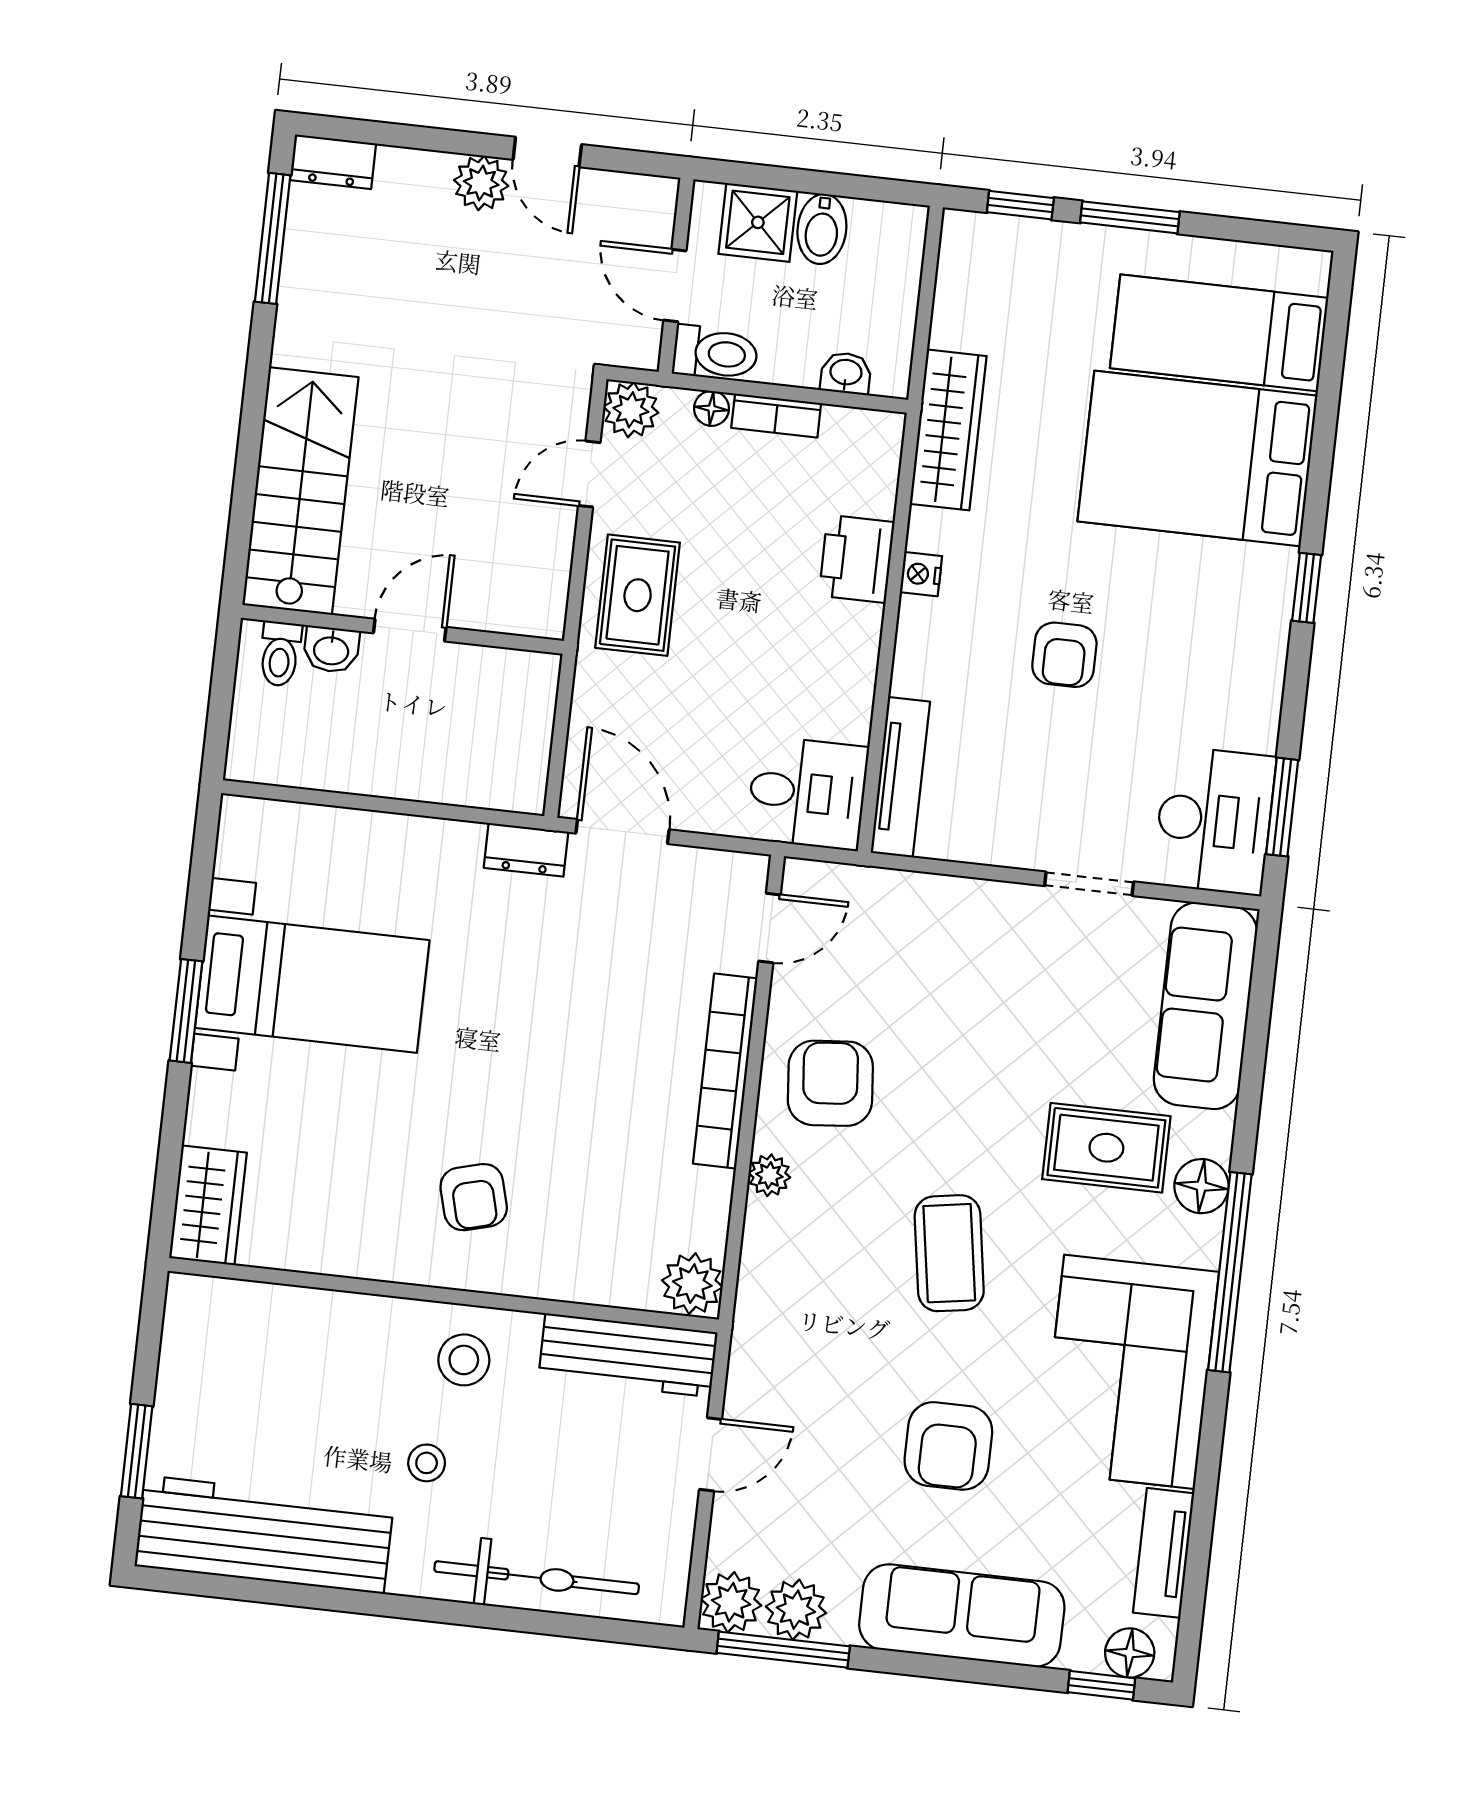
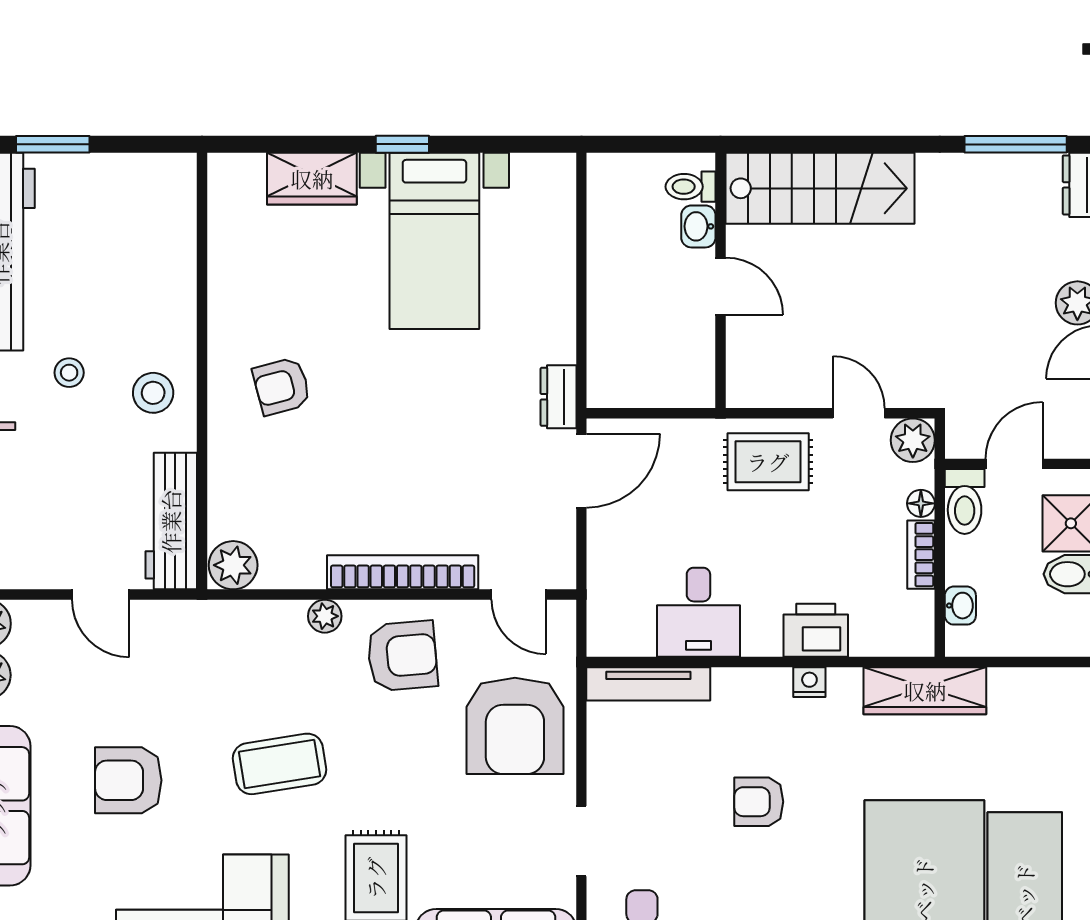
desk: (807, 793) -> (698, 612), moved
armchair: (934, 951) -> (515, 726), added
window: (186, 1011) -> (402, 144), width x0.67
wardrobe: (208, 1205) -> (312, 179), moved

